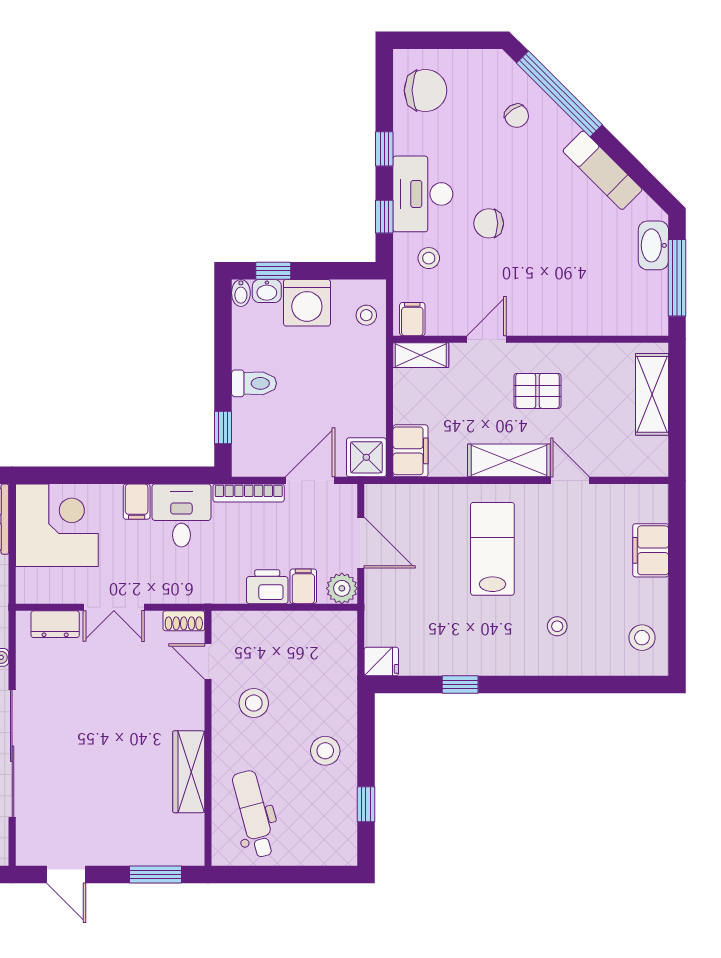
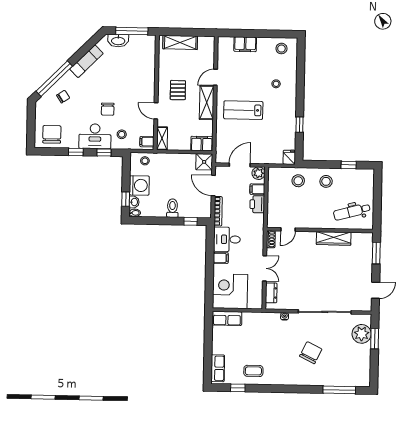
stool: (254, 703) -> (298, 181), moved

